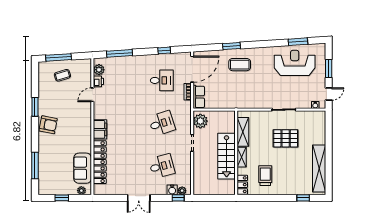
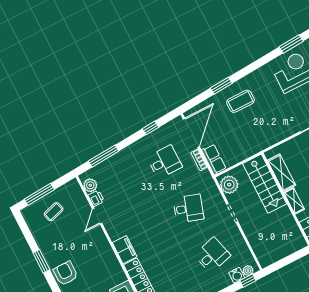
desk: (162, 123) -> (188, 209), turned 36
armchair: (48, 125) -> (66, 273), turned -101
stairs: (227, 156) -> (265, 184), moved

